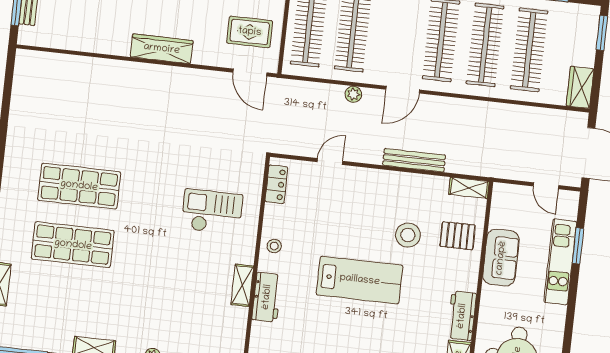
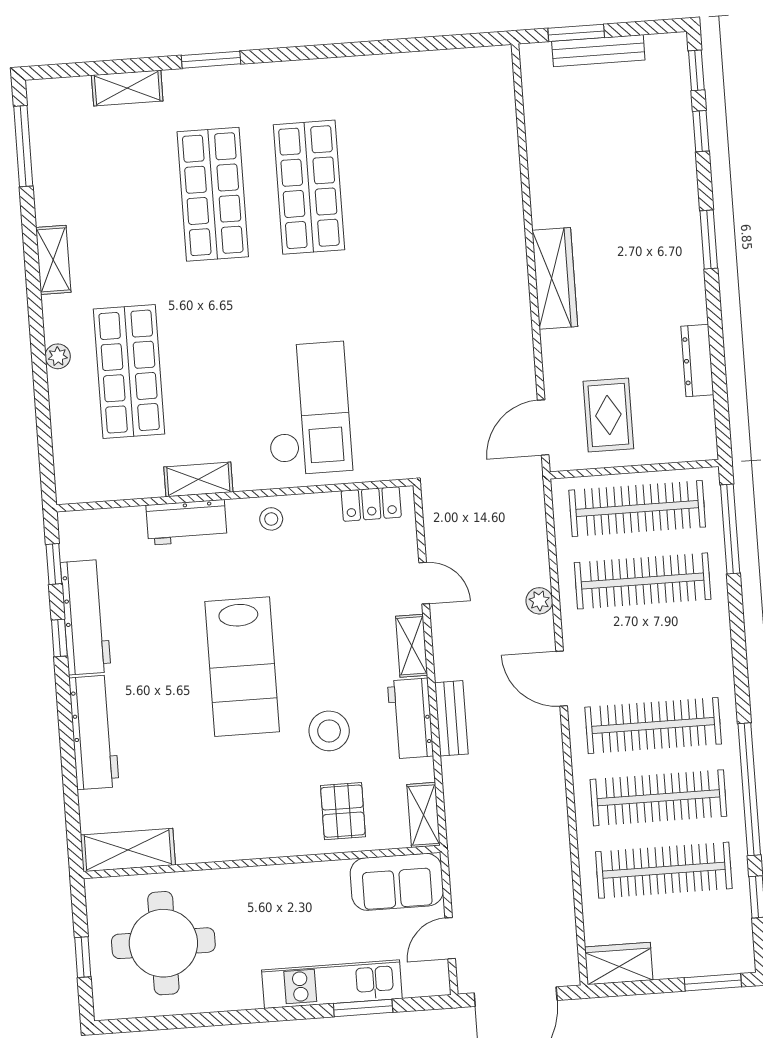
bench: (414, 160) -> (451, 718), width x0.73
shelving: (366, 176) -> (412, 646), added
checkout: (212, 212) -> (308, 409), width x1.36, depth x1.21
sofa: (501, 258) -> (397, 882), moved
shop shelf: (170, 315) -> (129, 372), added
workbench: (462, 316) -> (410, 718), moved, turned -90

